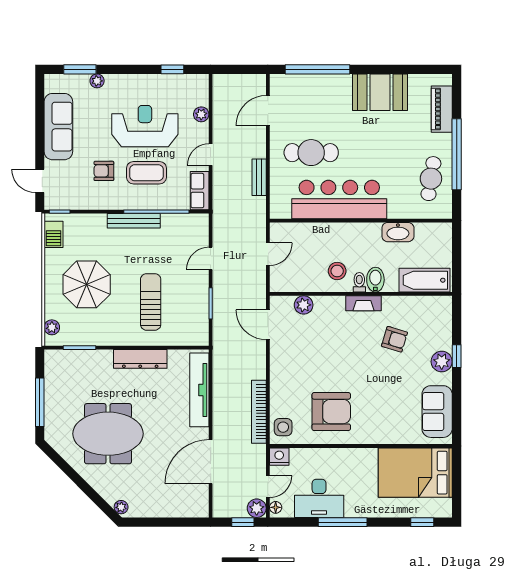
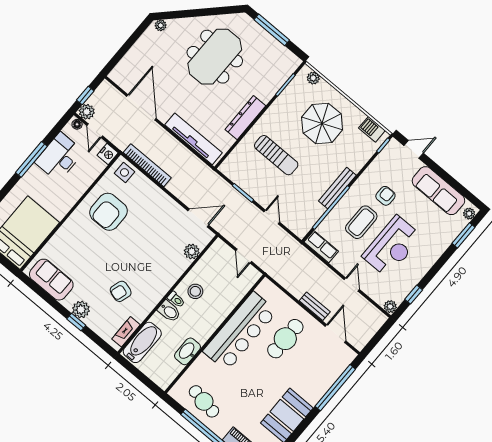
plant: (97, 81) -> (469, 214), moved
plant: (201, 114) -> (390, 307), moved
door: (211, 155) -> (352, 284), moved
bench: (259, 177) -> (315, 306), moved
fireplace: (363, 303) -> (126, 332), moved

